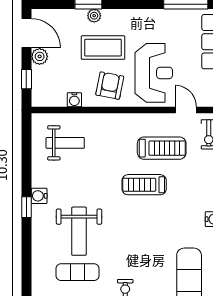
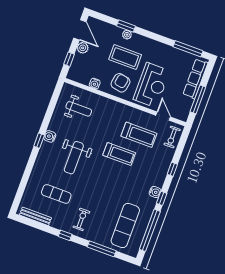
treadmill: (144, 185) -> (119, 154), turned 180
weight bench: (79, 231) -> (74, 158), moved

